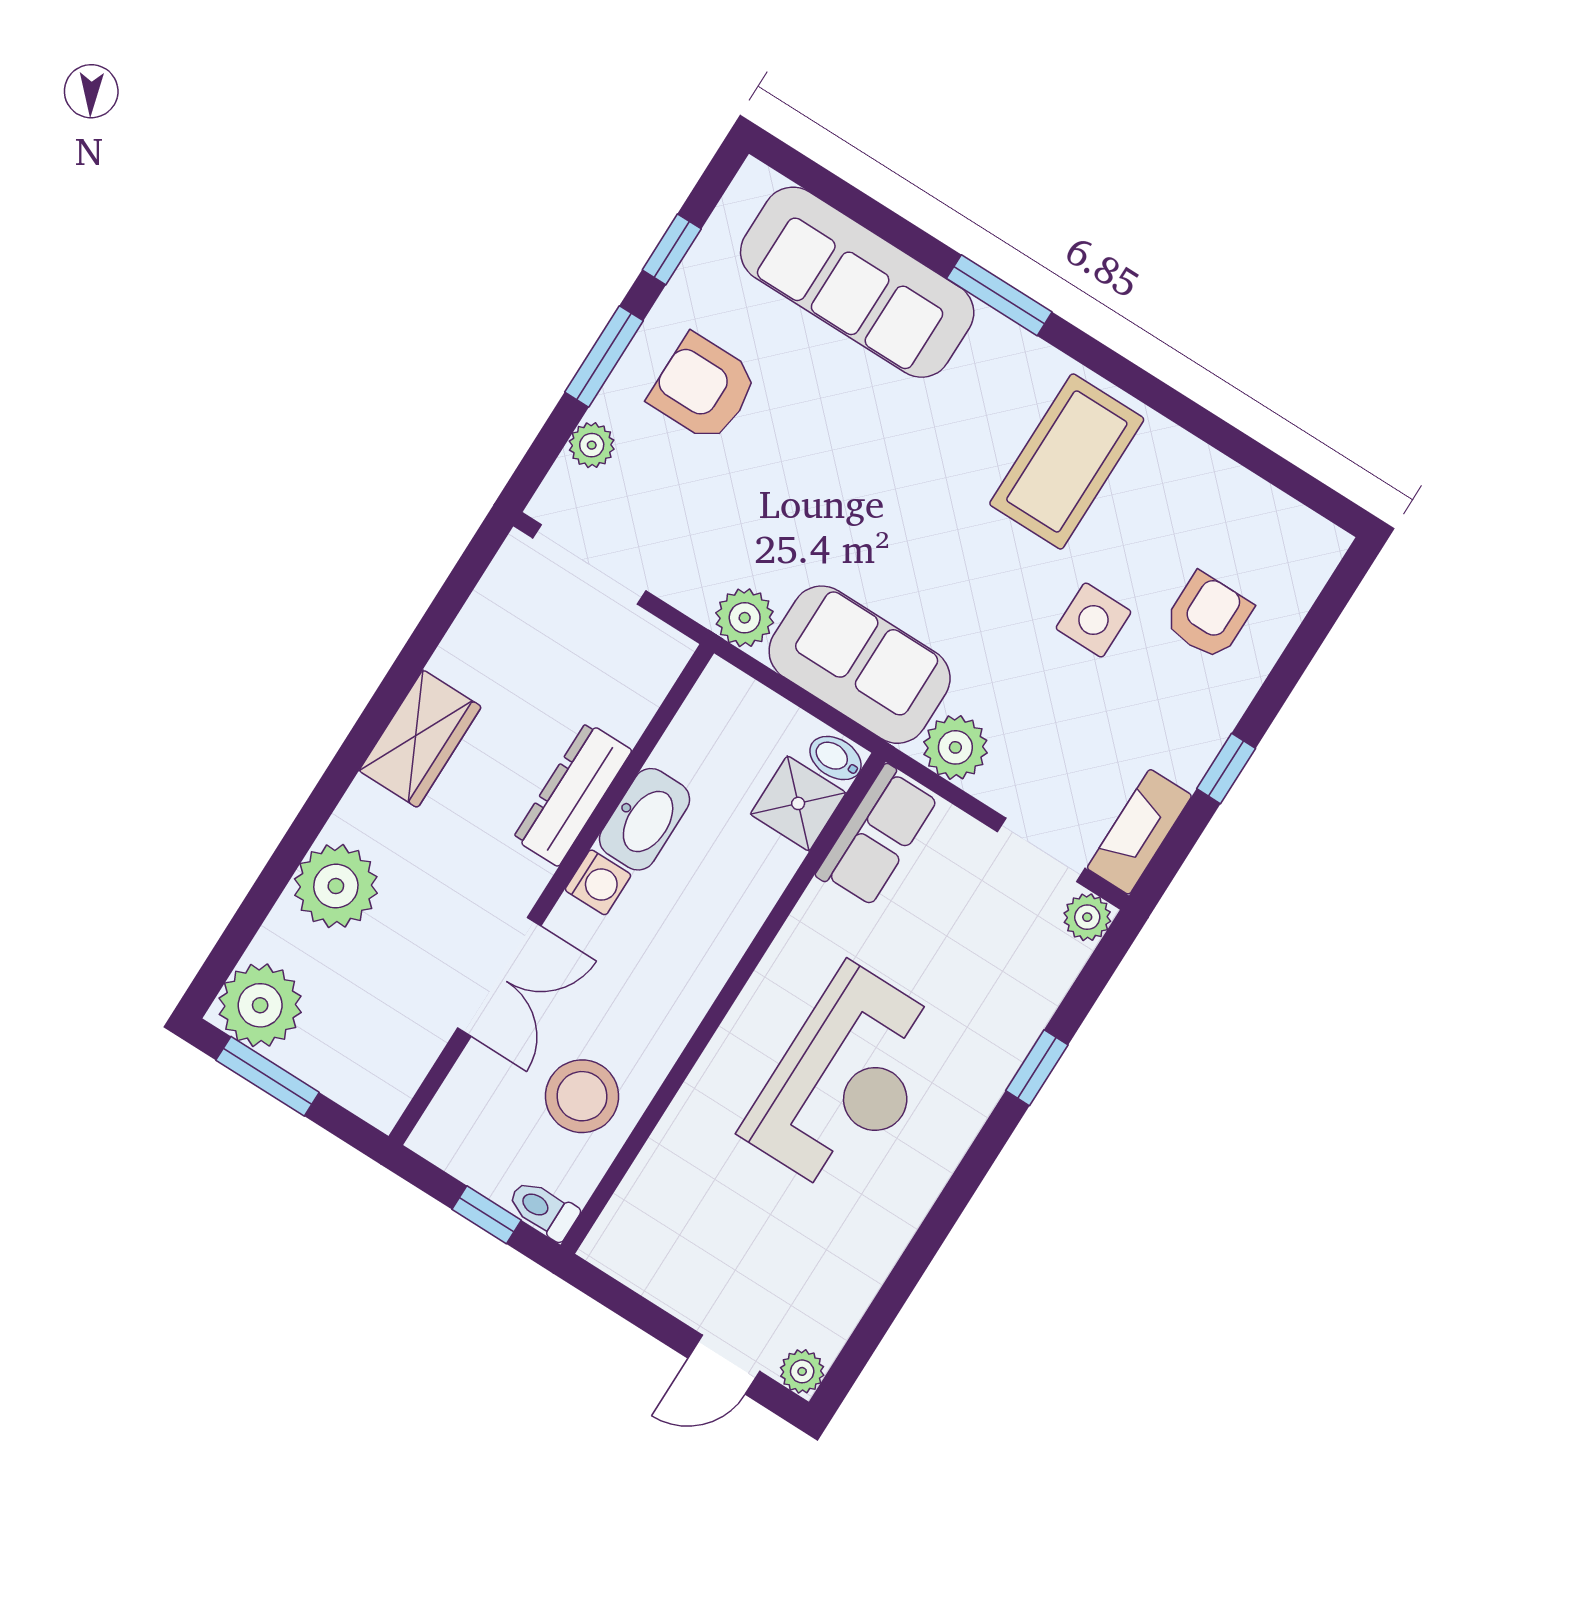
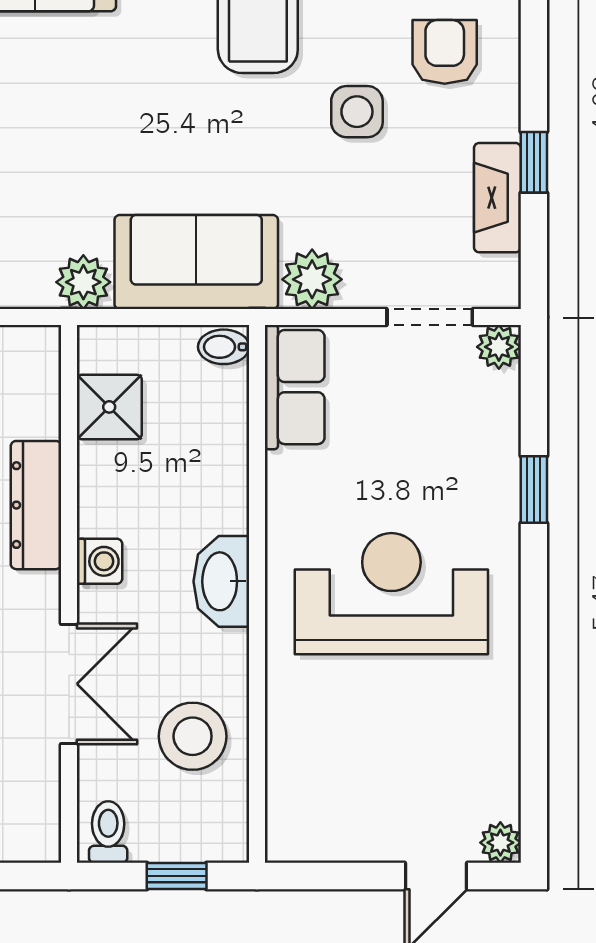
shower: (798, 803) -> (109, 407), moved
washbasin: (645, 819) -> (221, 581), moved, turned 180
fireplace: (1139, 832) -> (497, 198), moved
reception desk: (846, 1081) -> (391, 594), turned -90
toilet: (543, 1209) -> (108, 832), moved, turned 90

